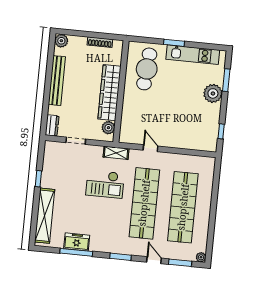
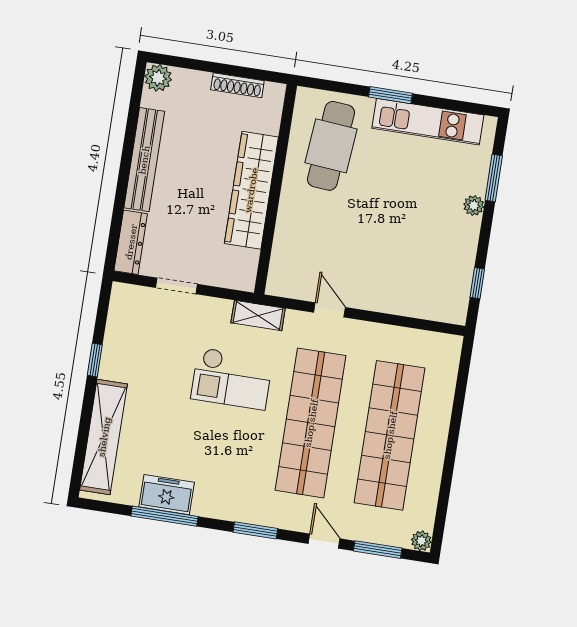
plant: (213, 93) -> (474, 205), width x0.53, depth x0.53
dresser: (52, 125) -> (131, 242), width x1.44
plant: (108, 128) -> (245, 263), removed

